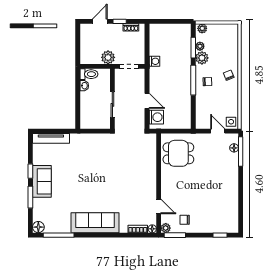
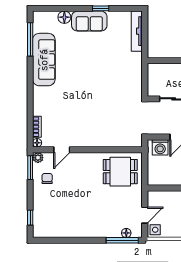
dining table: (178, 153) -> (120, 172), turned 90
window: (30, 197) -> (72, 8), removed
sofa: (95, 223) -> (44, 60), moved
floor lamp: (38, 227) -> (64, 17), moved

